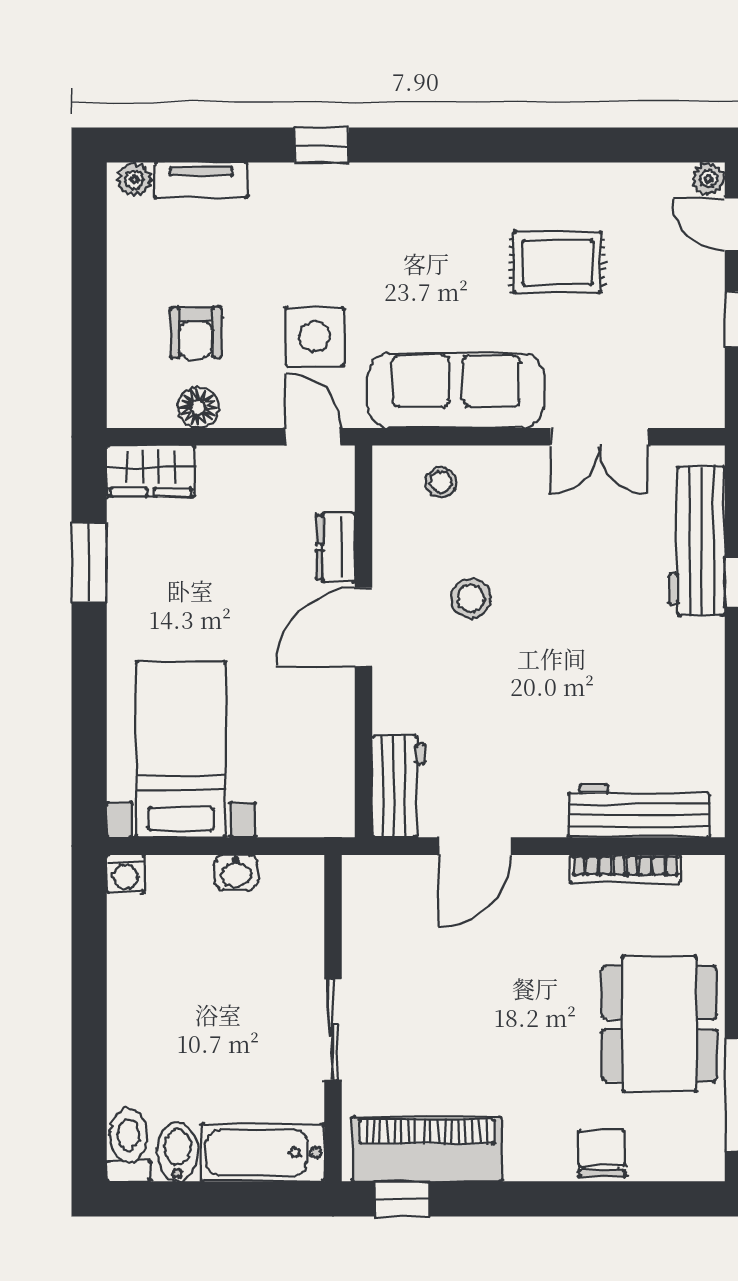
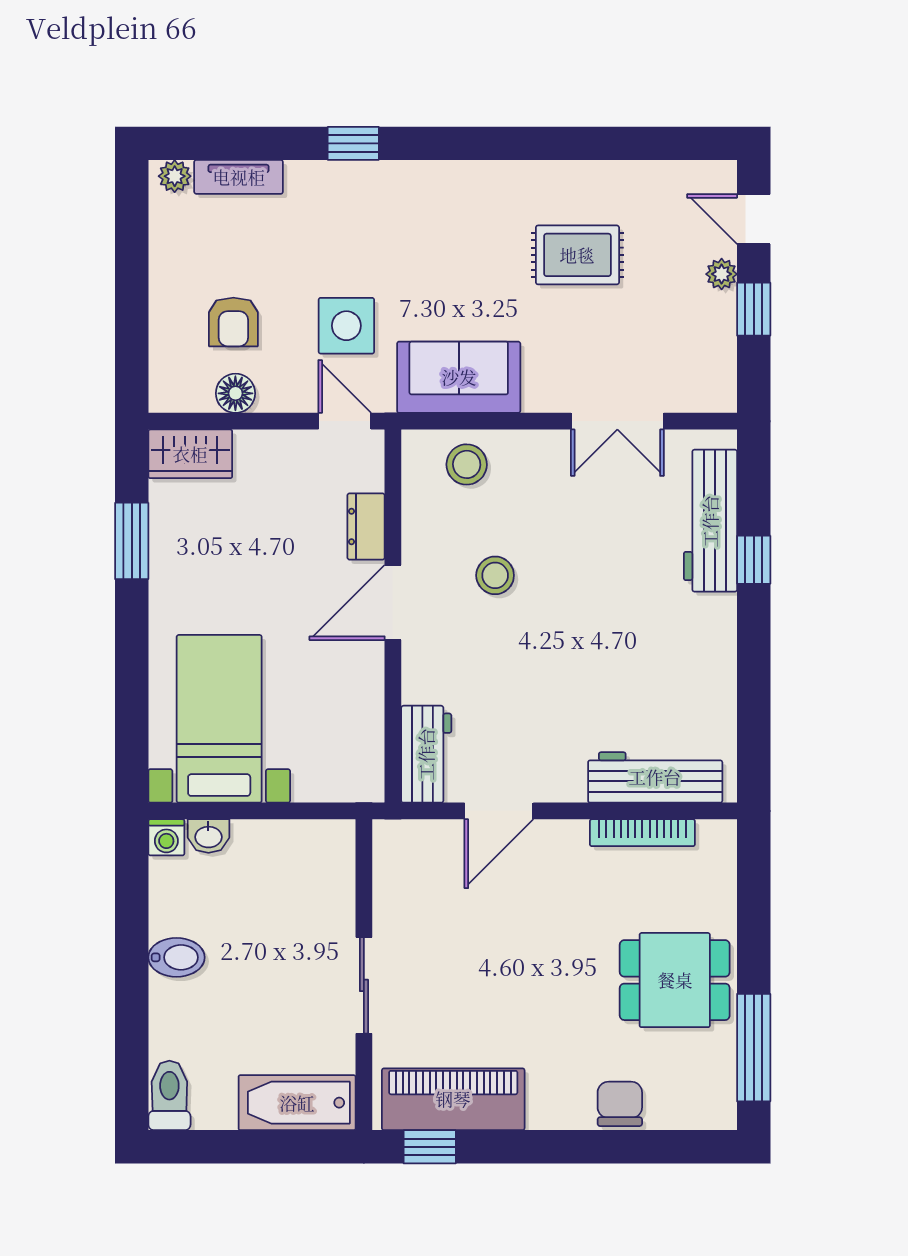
plant: (709, 179) -> (722, 274), moved
sofa: (456, 391) -> (459, 377), width x0.73
stool: (441, 482) -> (467, 464), width x1.37, depth x1.37
washbasin: (236, 872) -> (208, 836), moved
dining table: (659, 1024) -> (675, 980), width x0.73
bidet: (177, 1152) -> (176, 957), moved, turned 90

